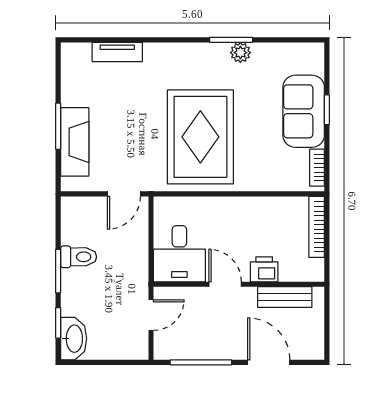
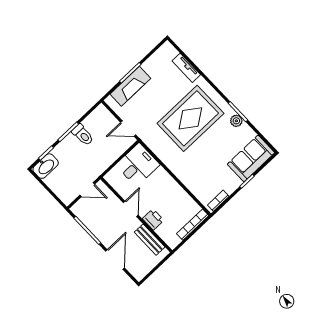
sofa: (304, 111) -> (251, 158), moved
rug: (200, 137) -> (190, 118), moved
desk: (179, 254) -> (138, 165), moved, turned 180

